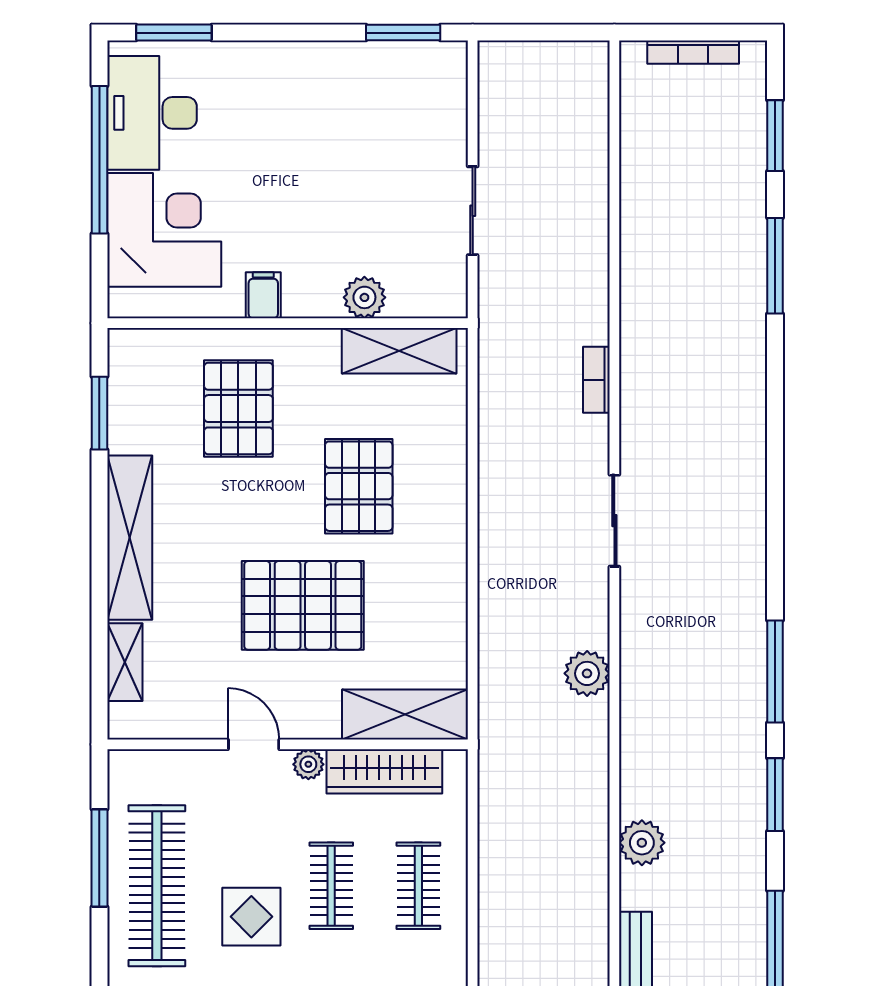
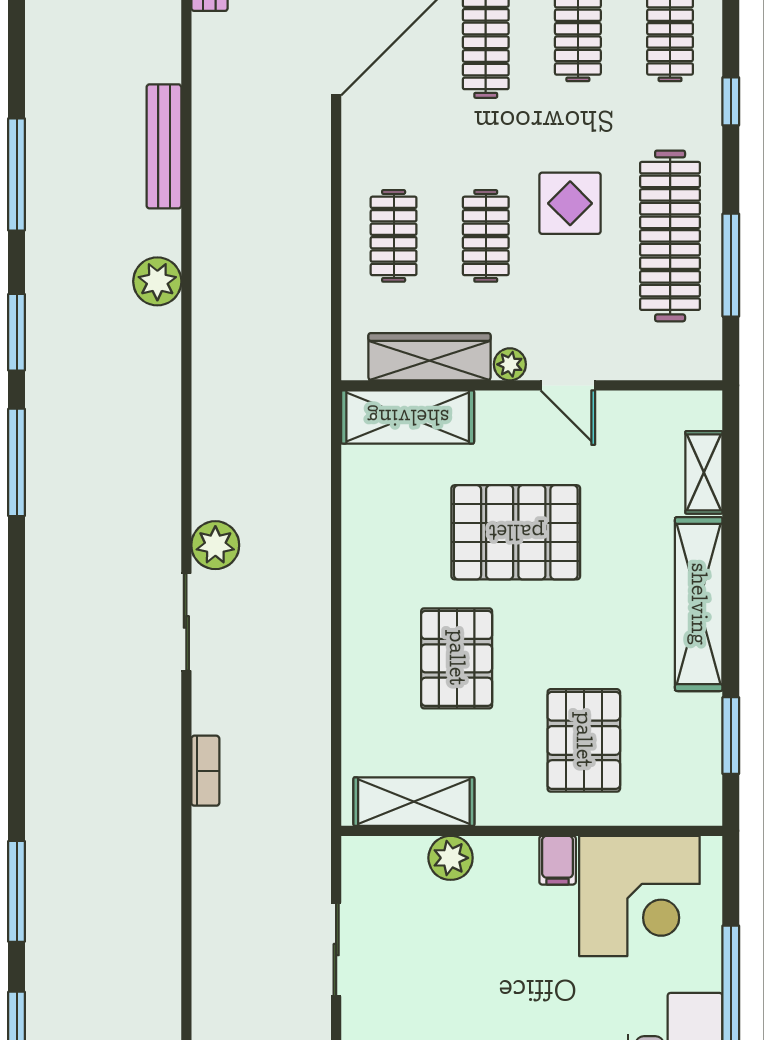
corner desk: (164, 230) -> (639, 896), moved, turned -90
plant: (587, 673) -> (215, 545), moved

